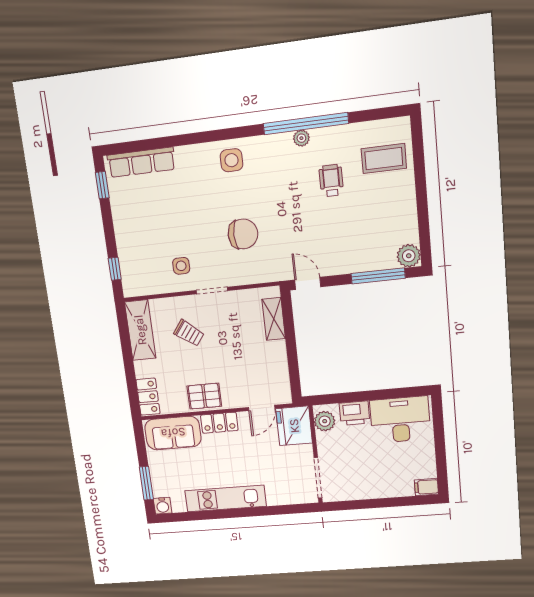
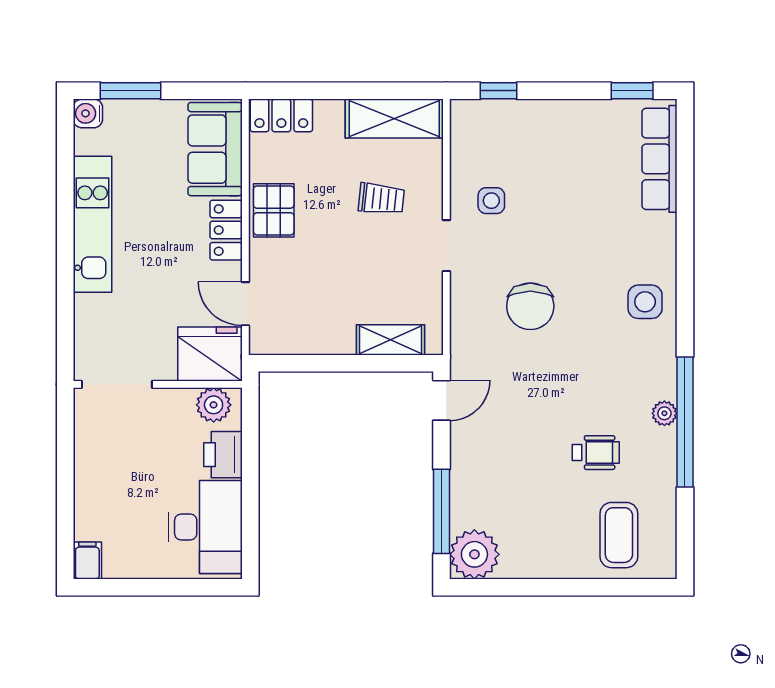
plant: (409, 256) -> (474, 554), width x1.36, depth x1.36
trolley: (189, 333) -> (381, 199), turned -121

